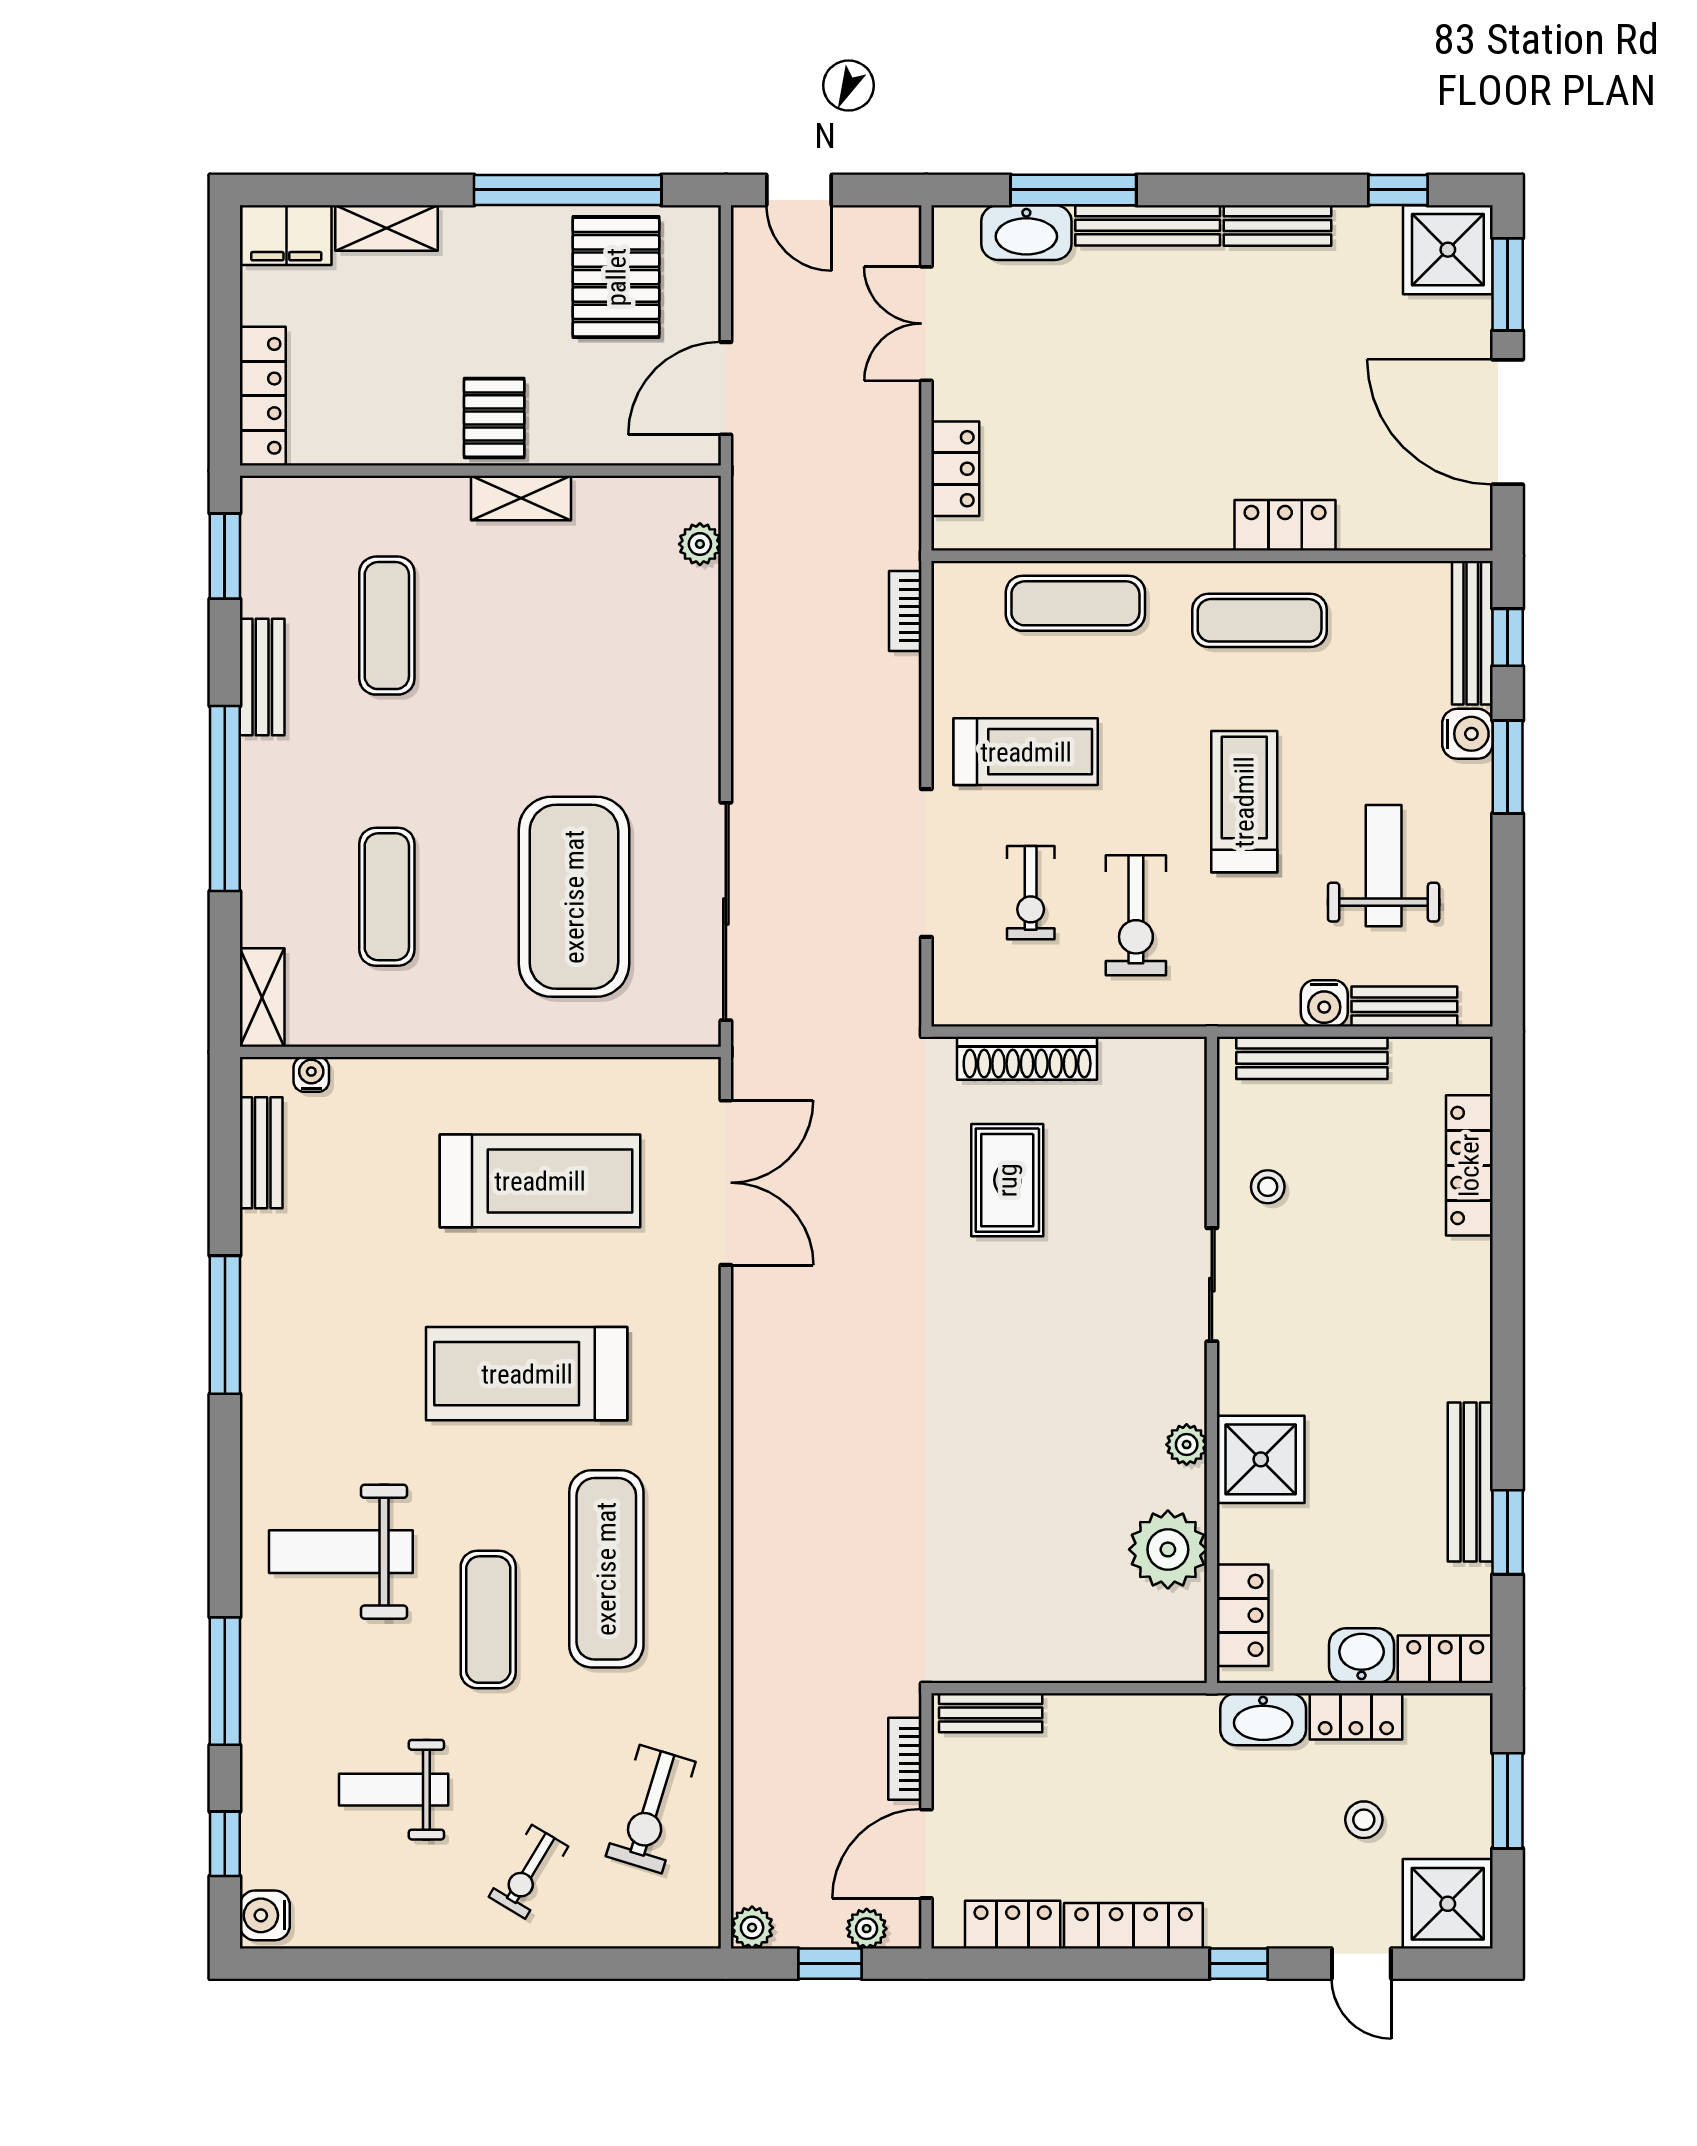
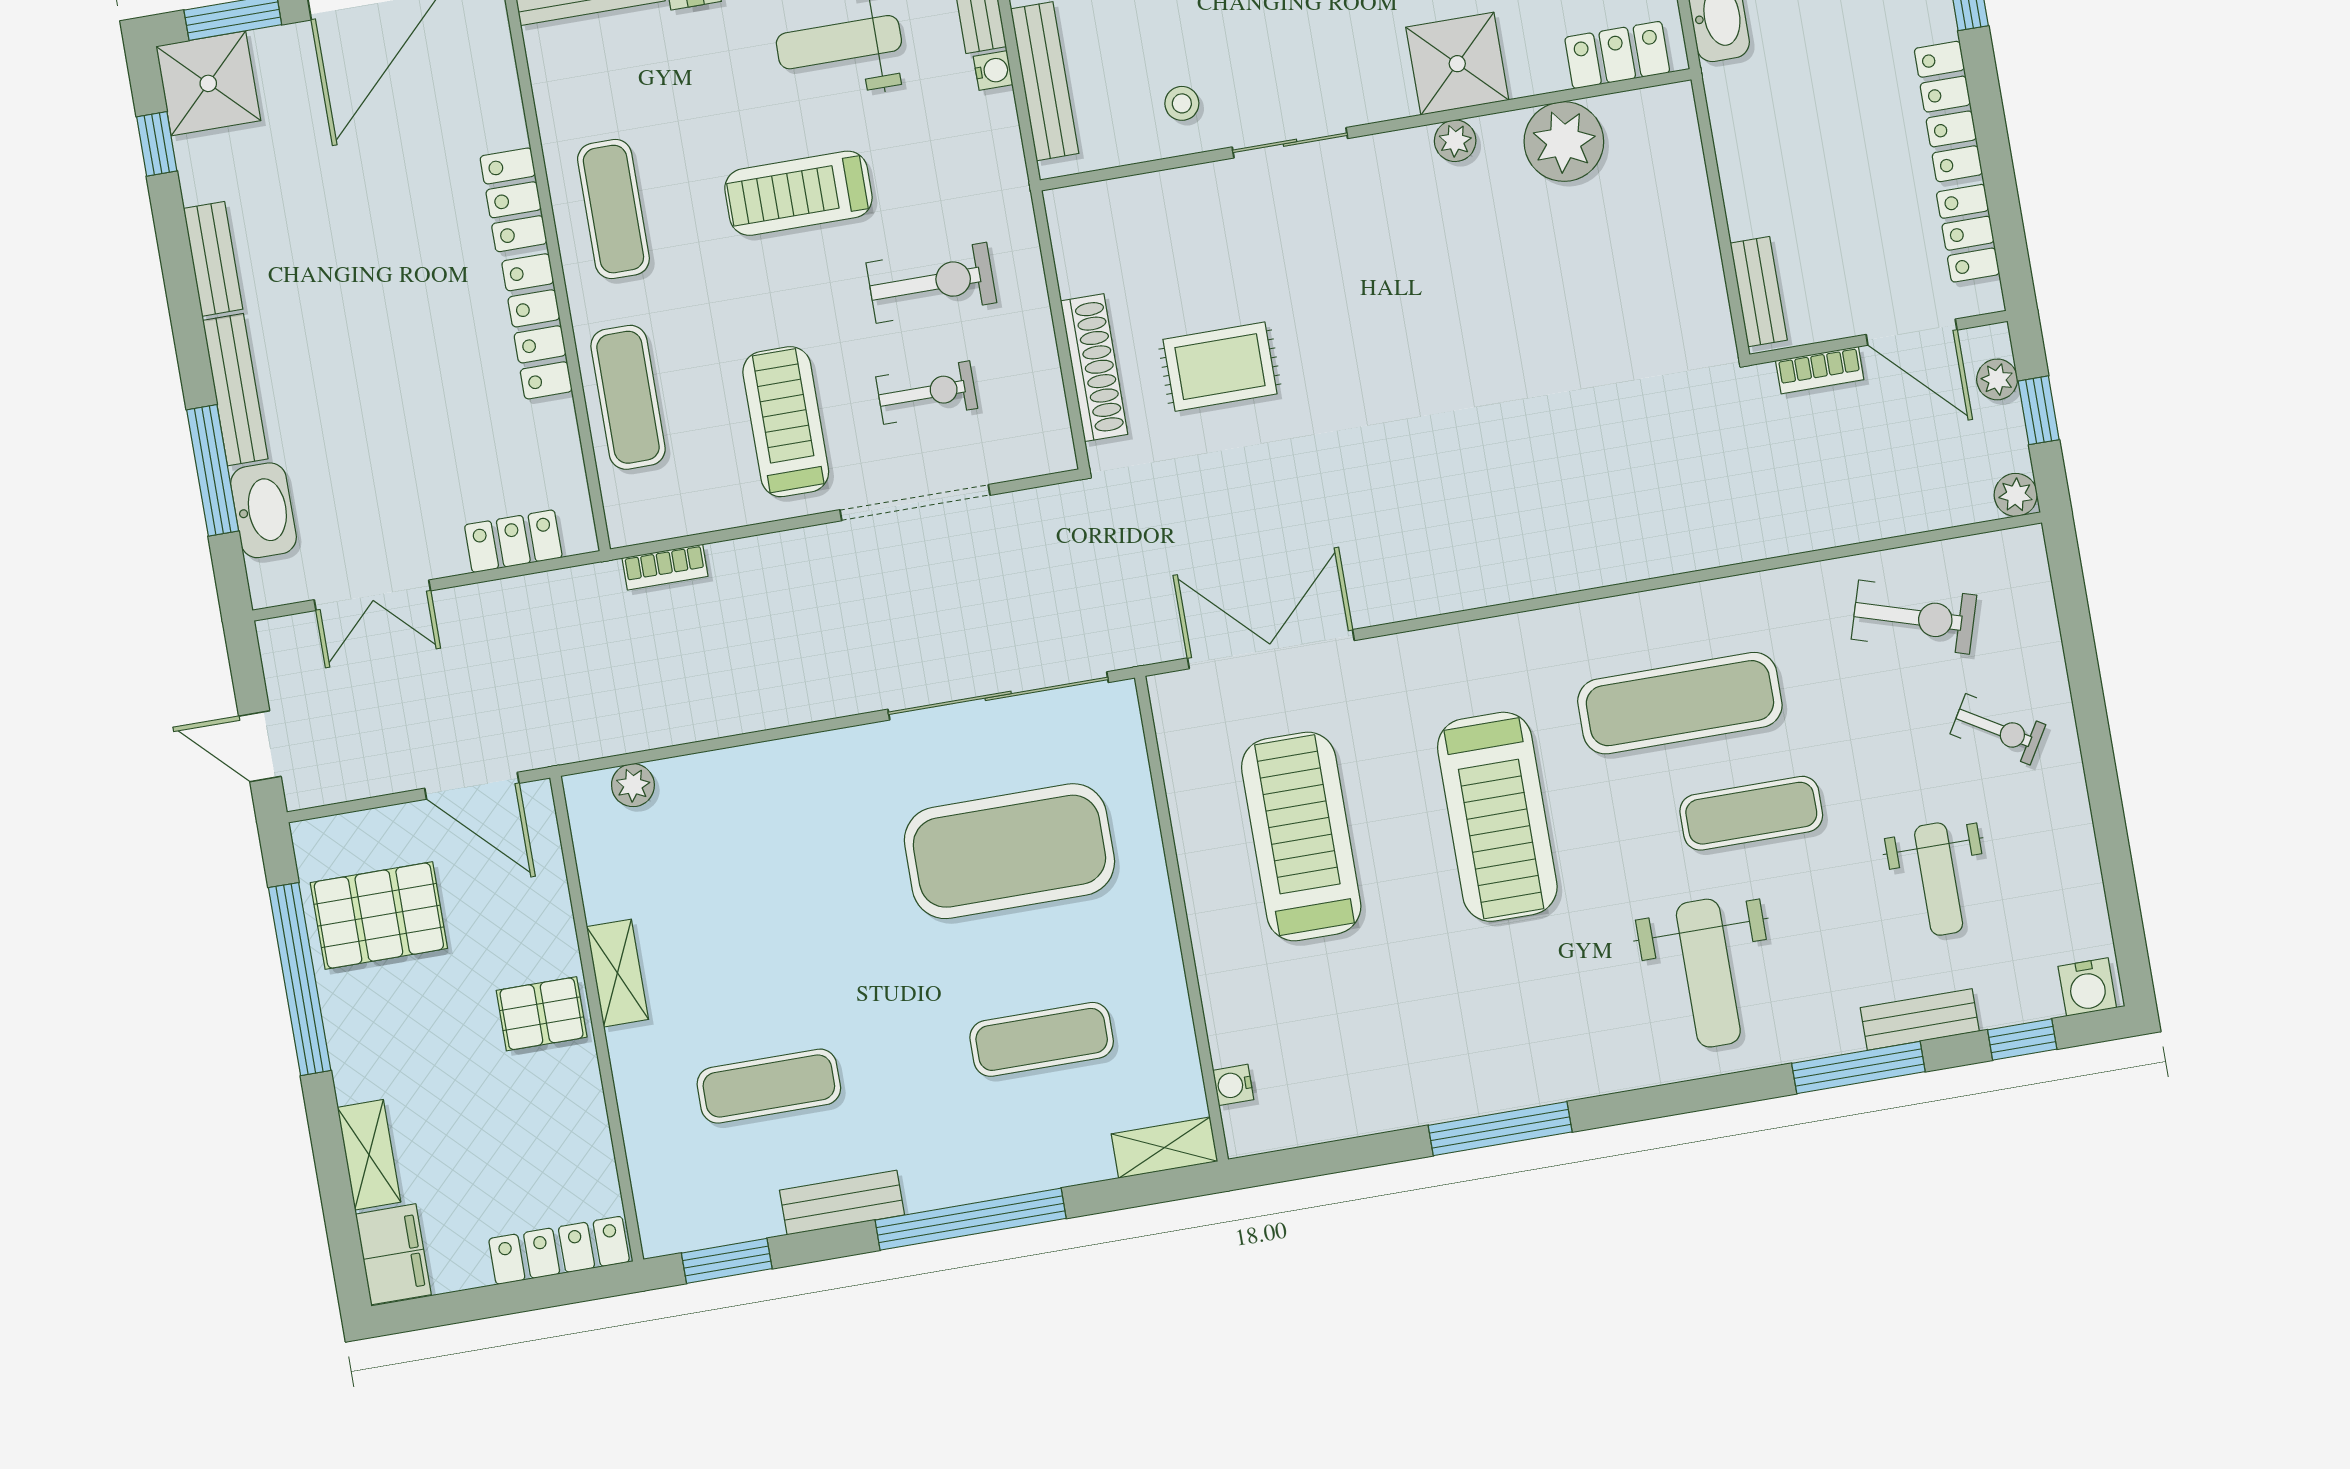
door: (799, 190) -> (260, 746), swing flipped
locker: (1159, 527) -> (537, 326), added
water cooler: (1324, 1003) -> (993, 71), width x0.72, depth x0.72
bench: (261, 1153) -> (1920, 1019), moved

